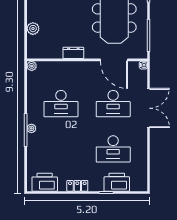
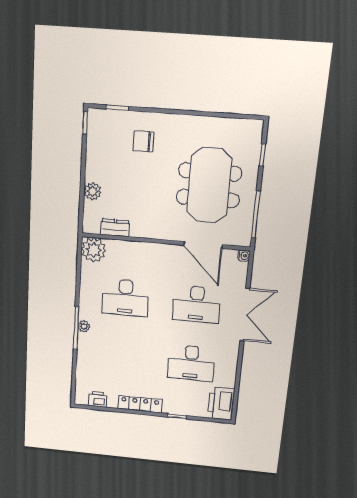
dresser: (73, 53) -> (115, 228), moved
plant: (32, 66) -> (94, 250), width x1.87, depth x1.87
printer: (45, 182) -> (98, 399), width x0.53, depth x0.68
printer: (117, 182) -> (221, 404), moved, turned -90
locker: (77, 186) -> (140, 404), width x1.53

